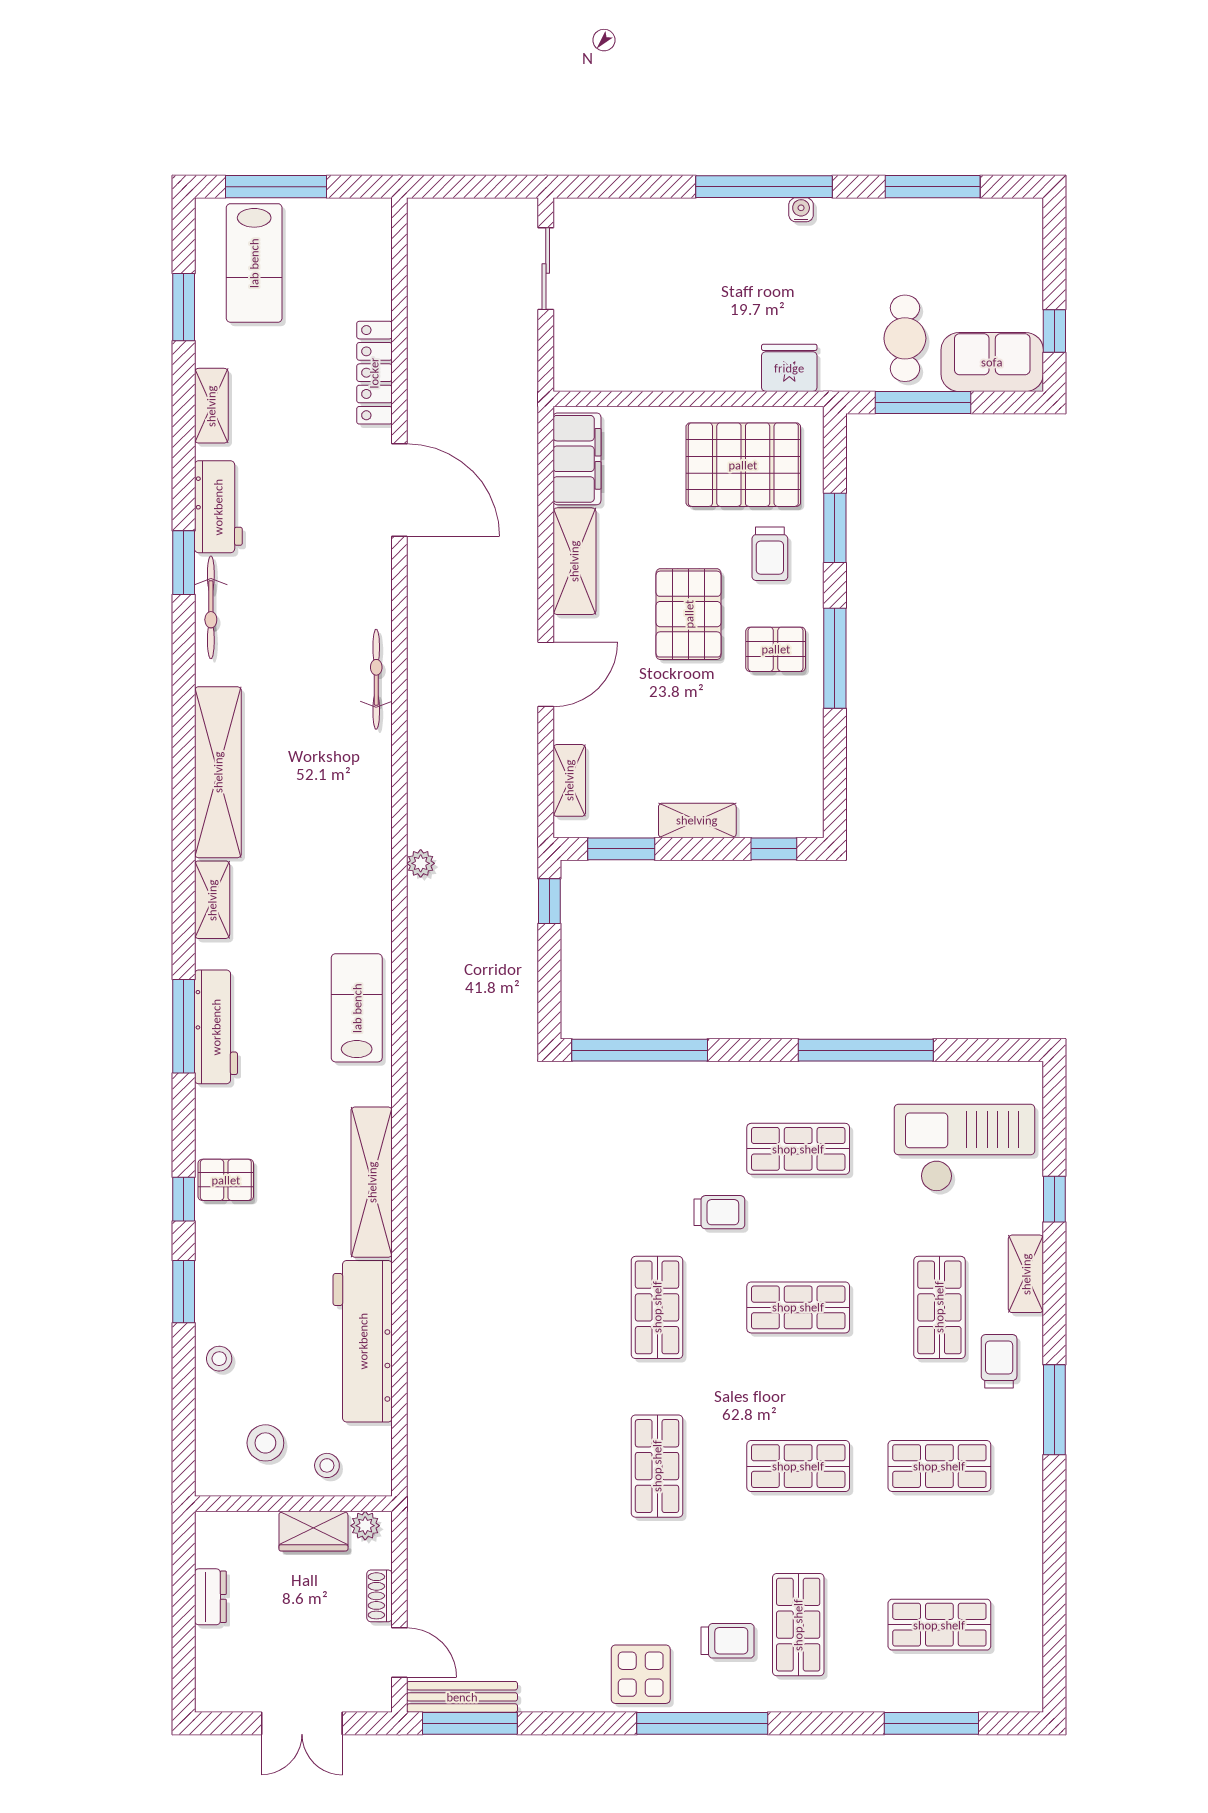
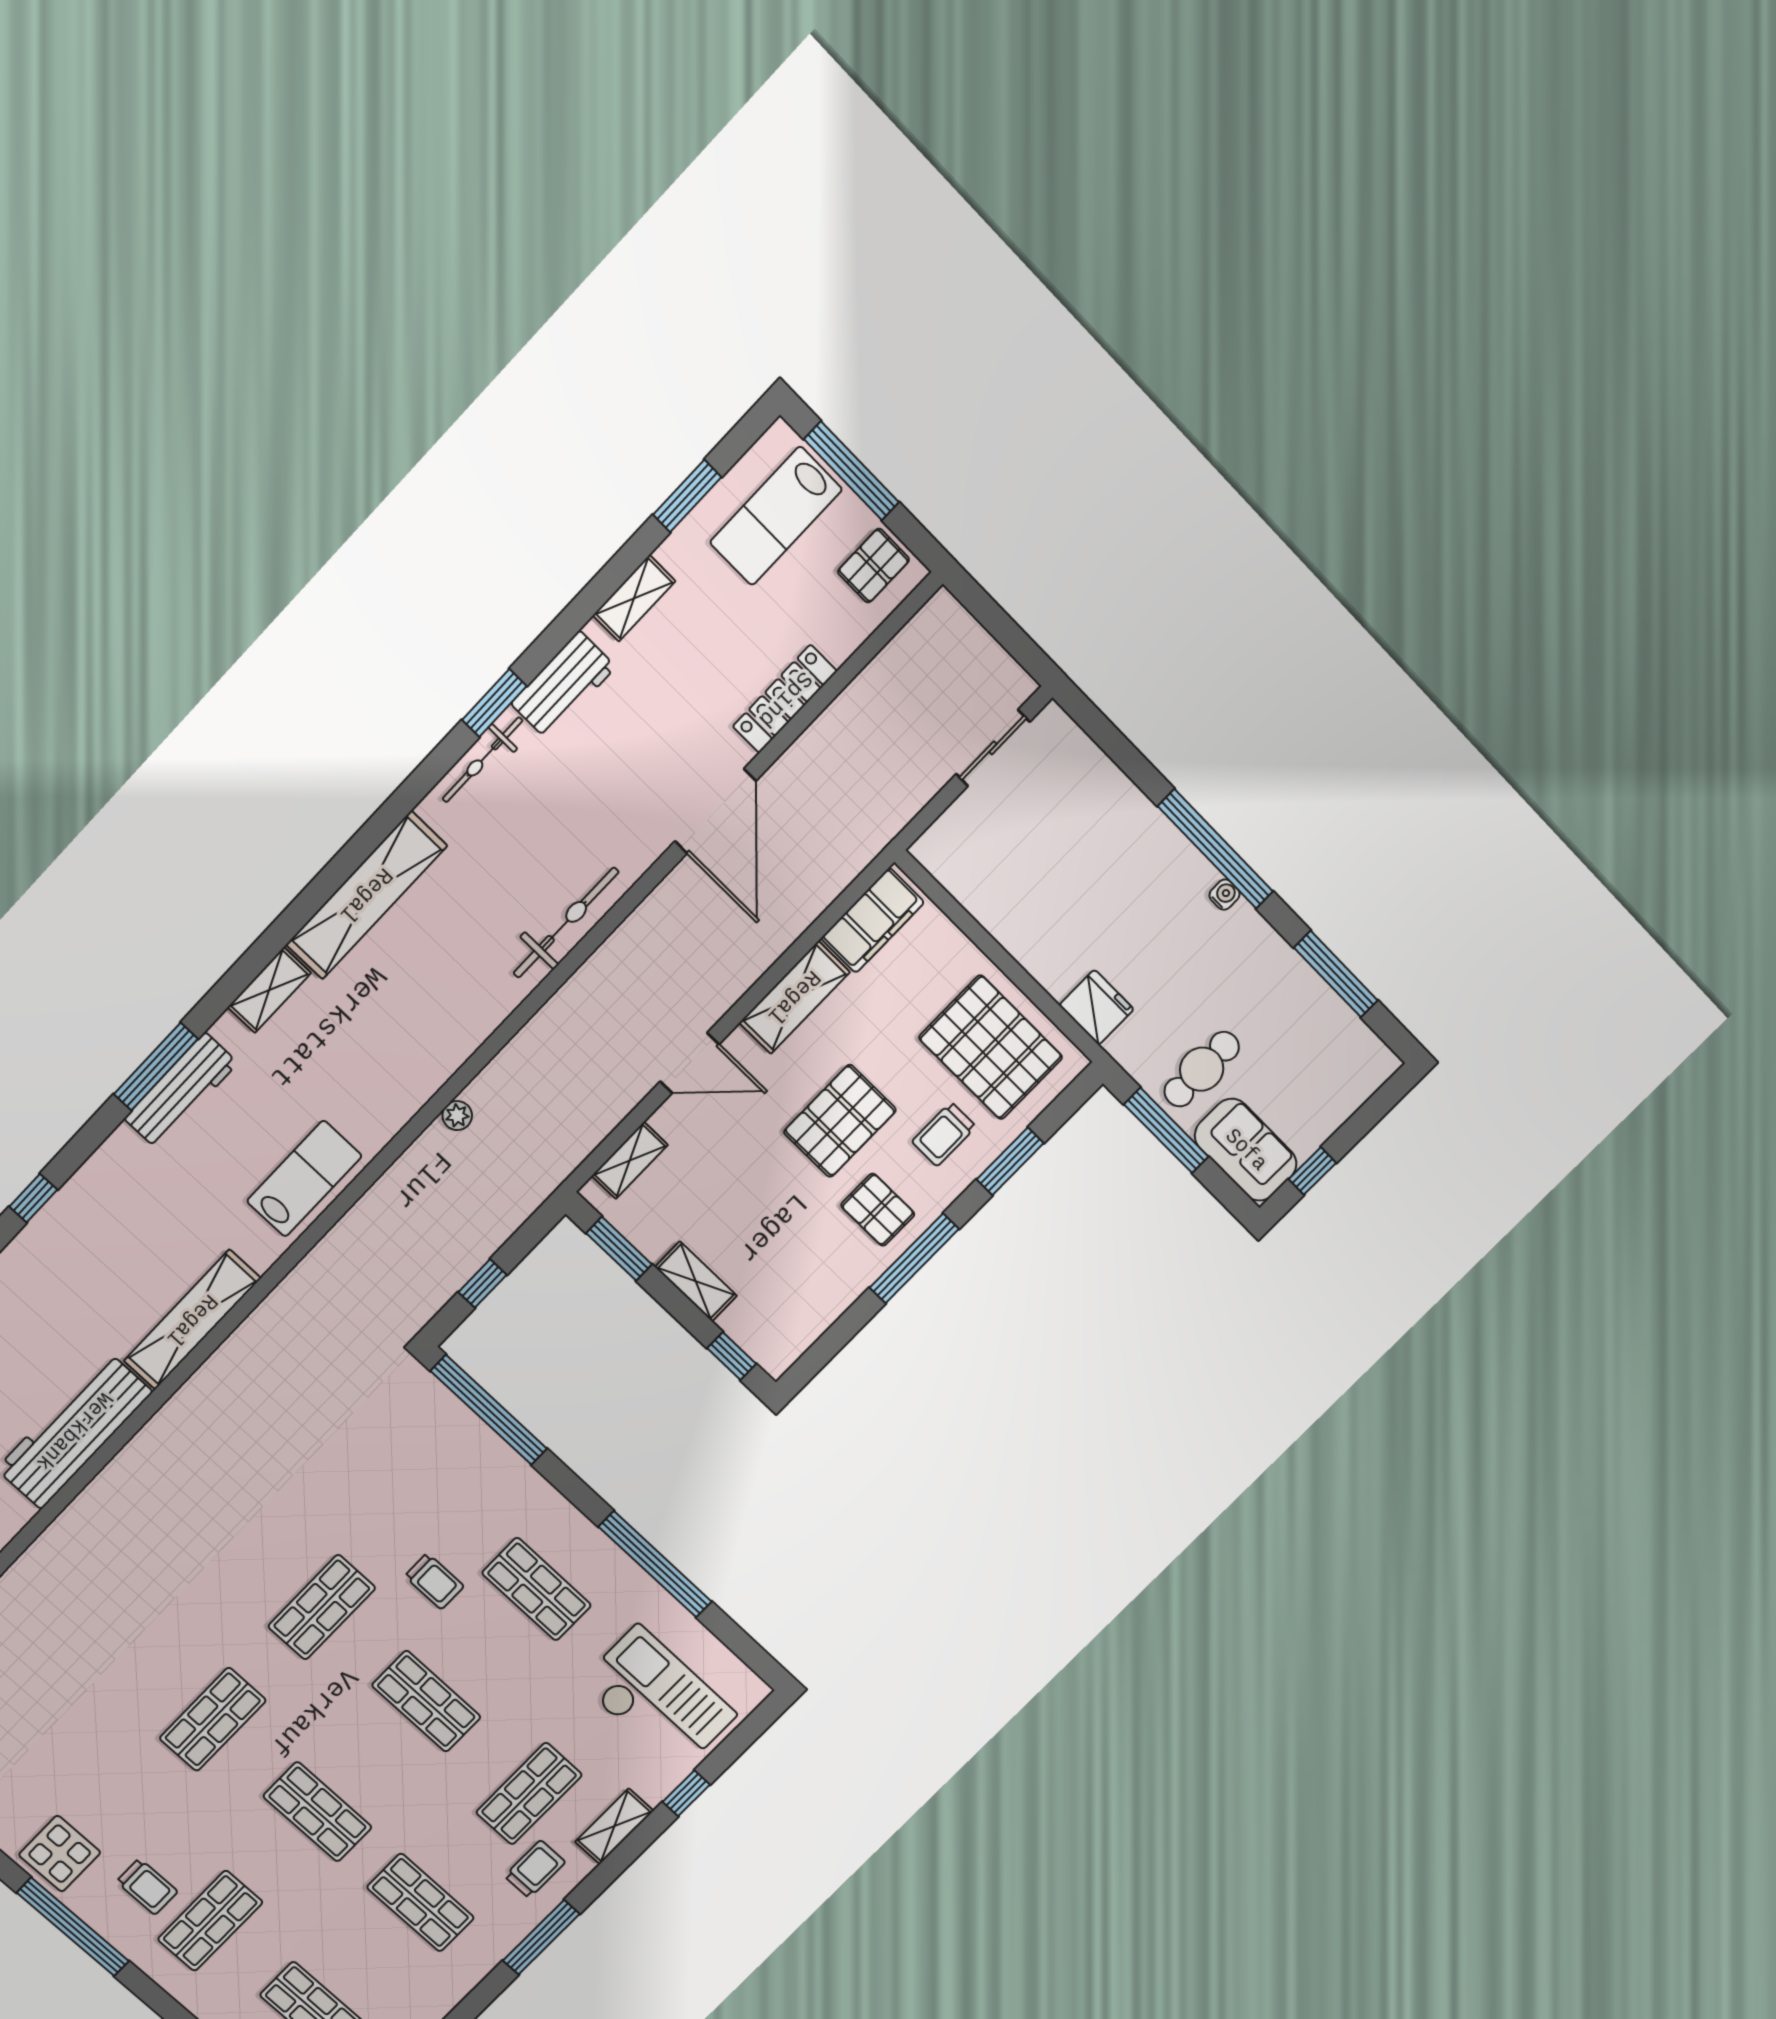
bicycle: (376, 679) -> (566, 923), width x1.37, depth x1.40
window: (549, 901) -> (482, 1284), moved
pallet: (226, 1180) -> (874, 566), moved, turned 90

